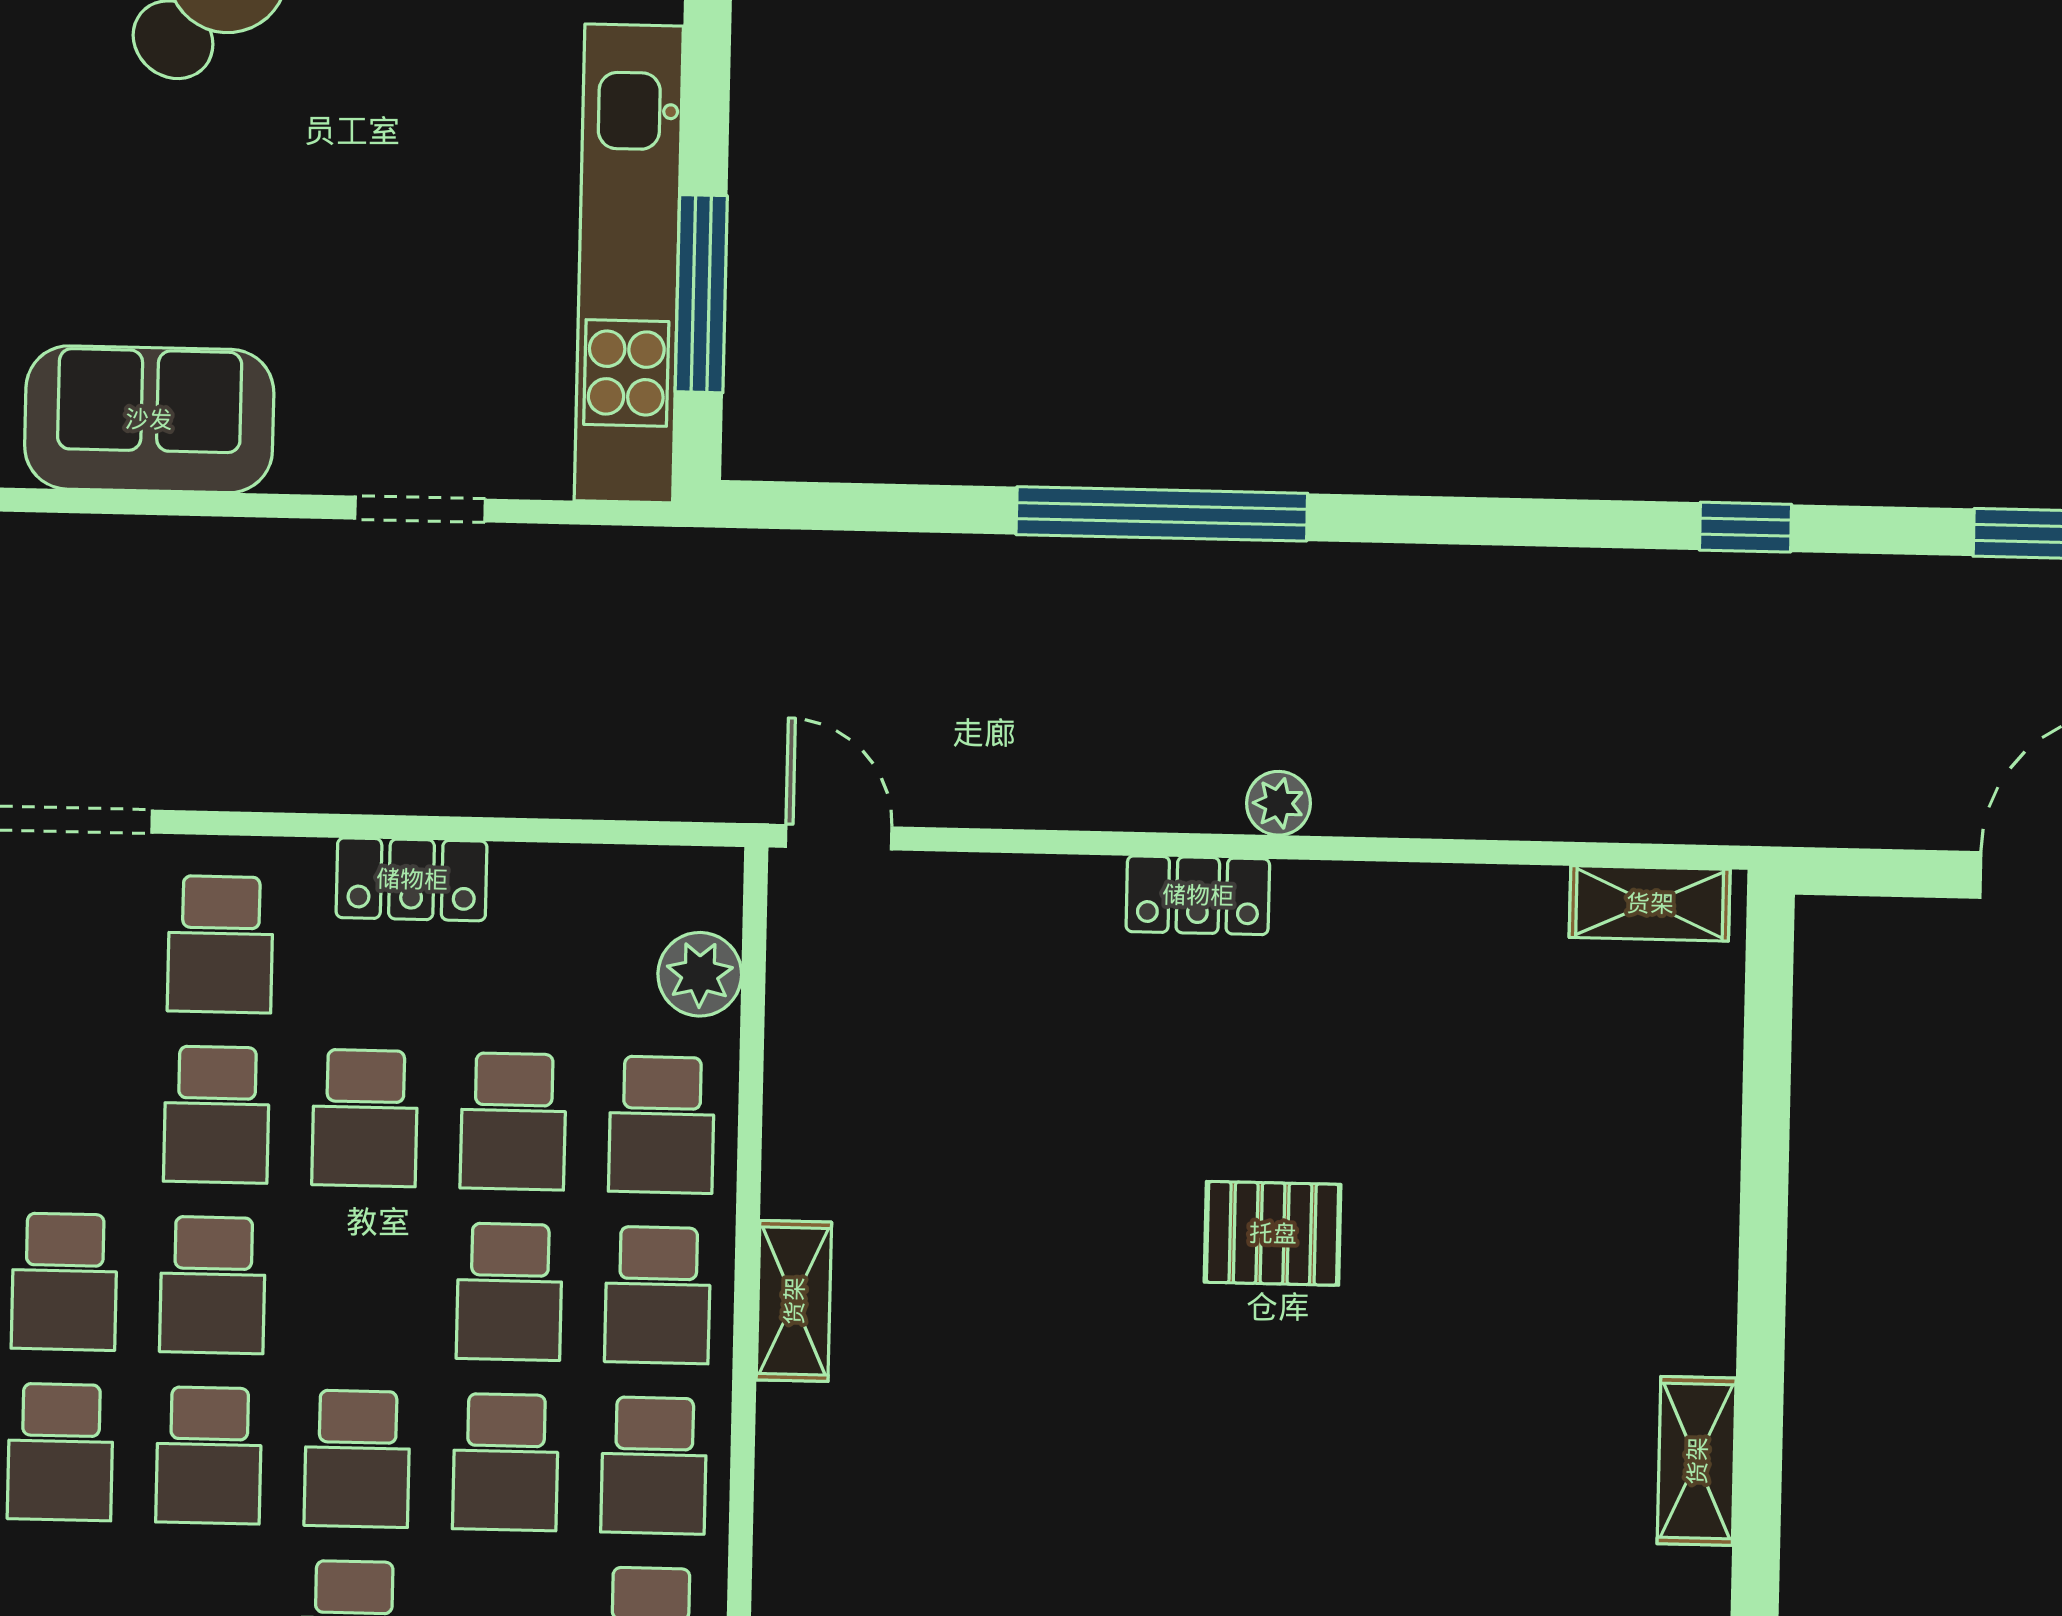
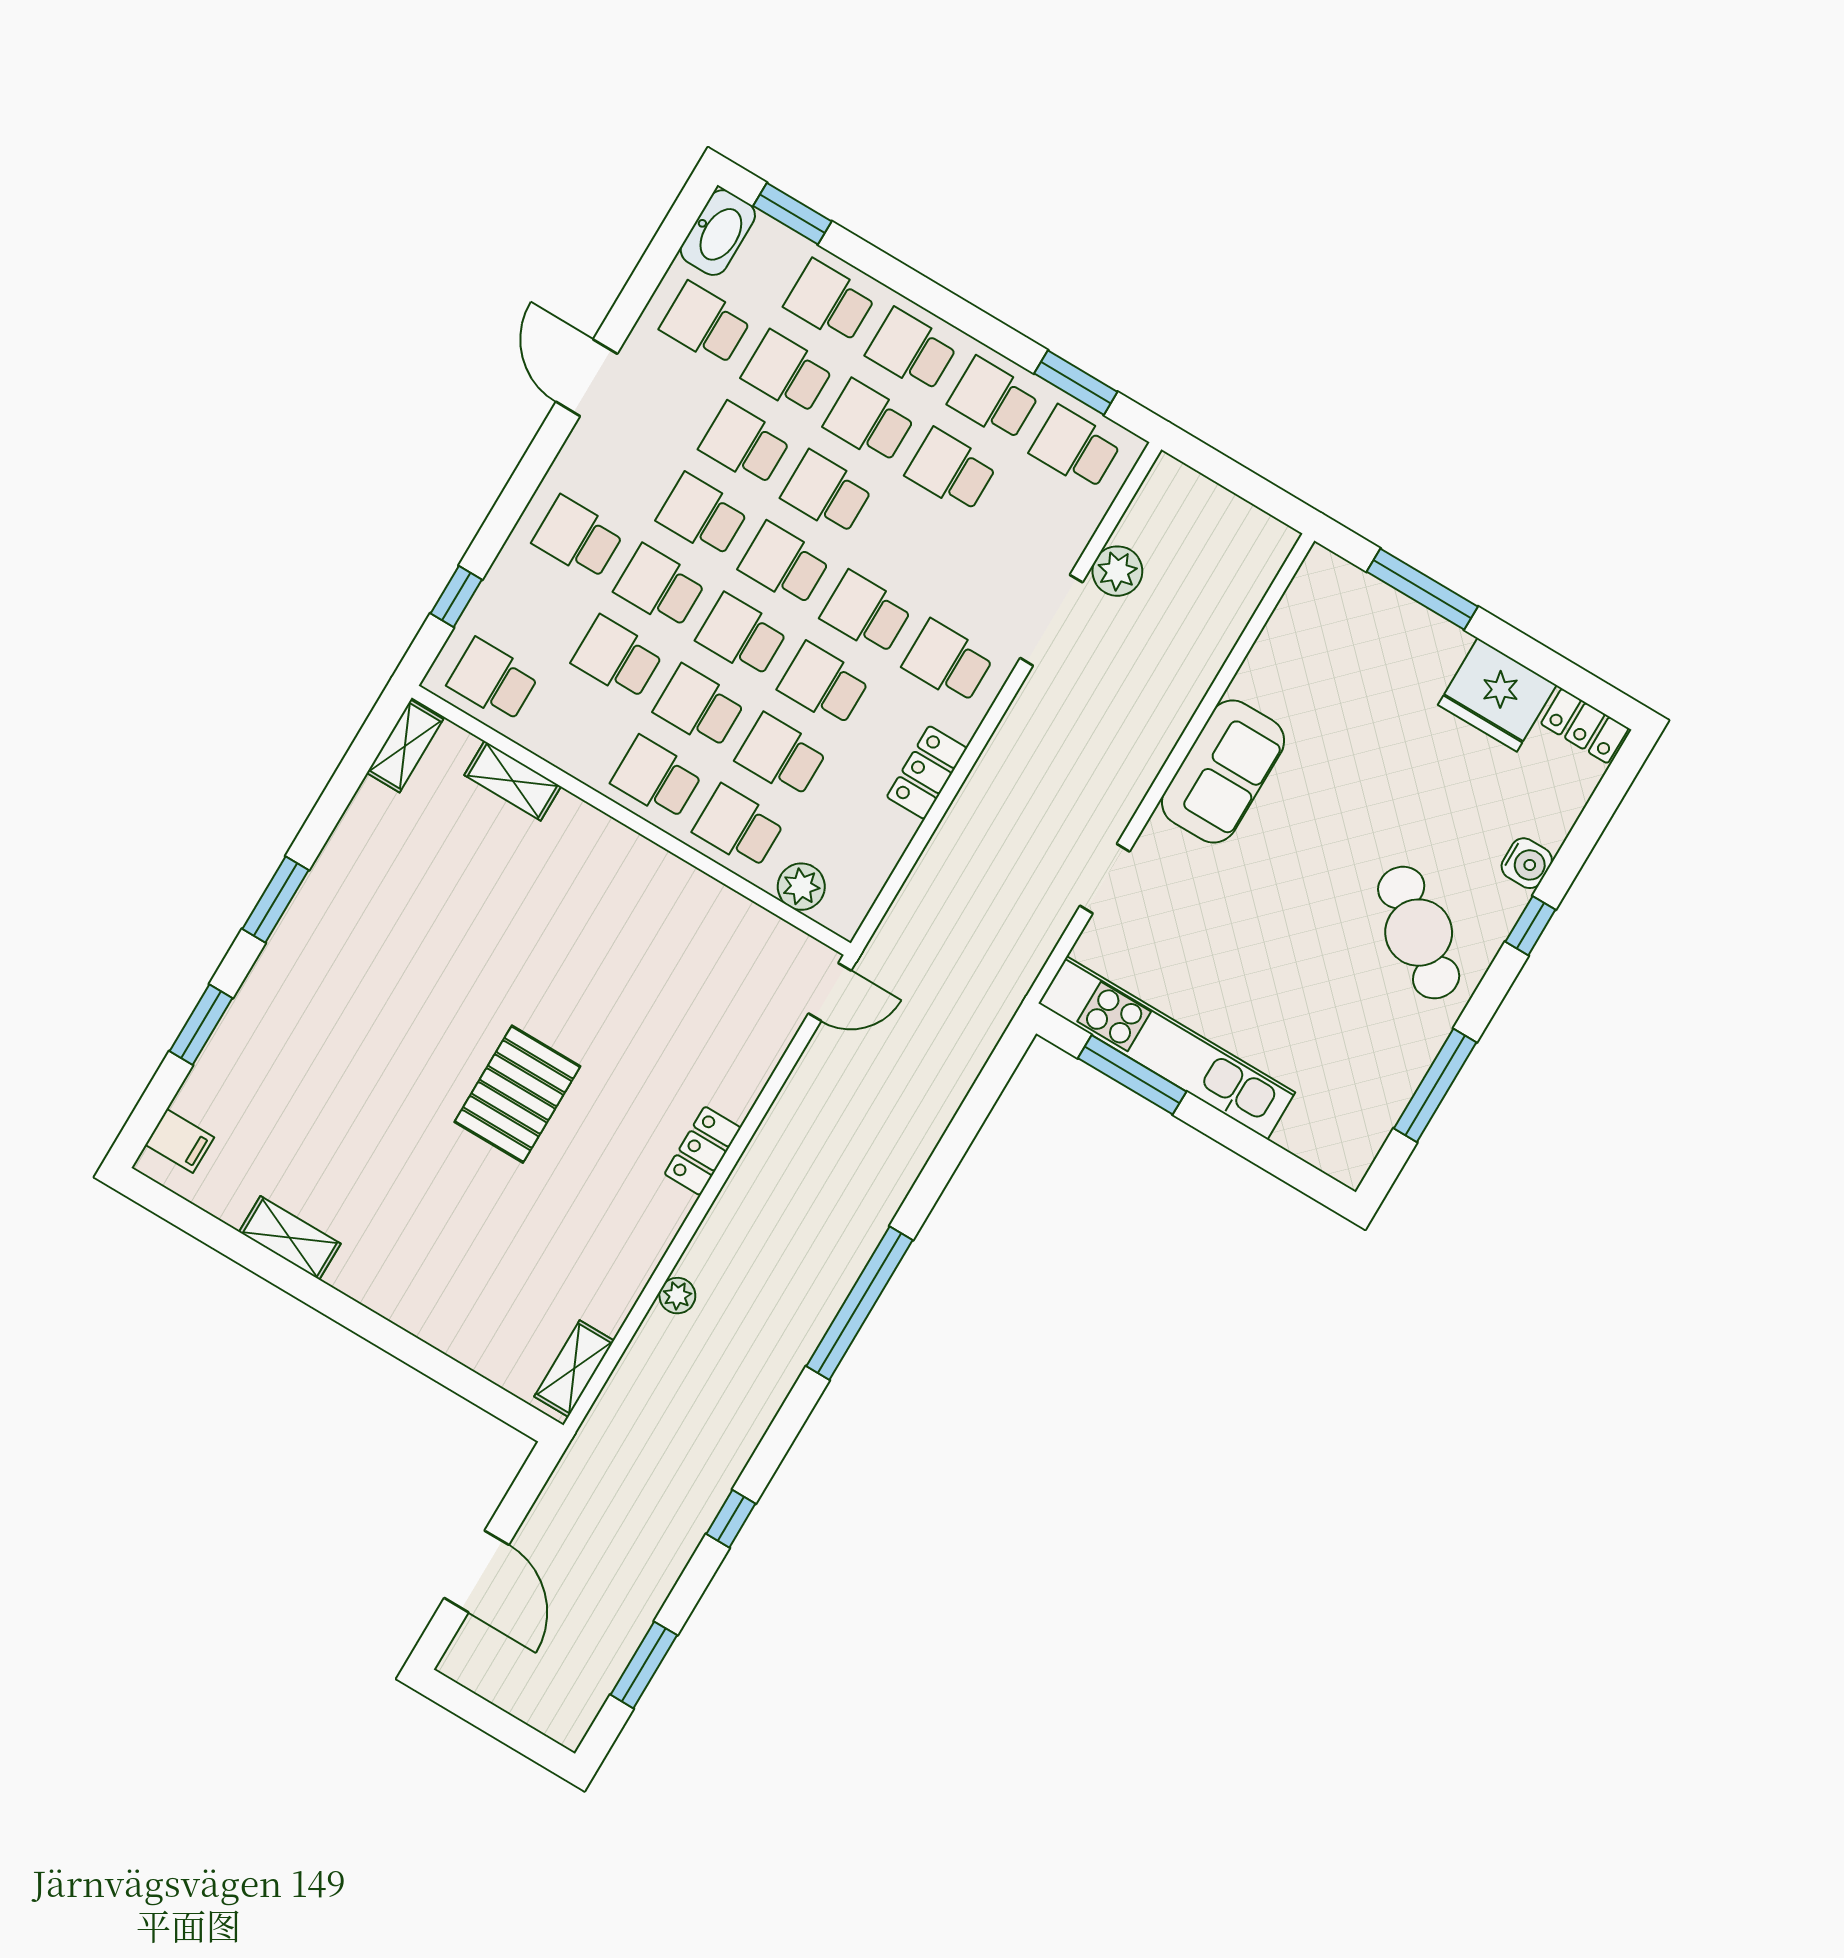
window: (1162, 514) -> (859, 1303), moved
plant: (1278, 803) -> (677, 1296), moved
pallet: (1273, 1233) -> (517, 1094), width x1.50, depth x1.42
shelving: (794, 1301) -> (513, 781), moved
school desk: (654, 1465) -> (742, 635), moved

